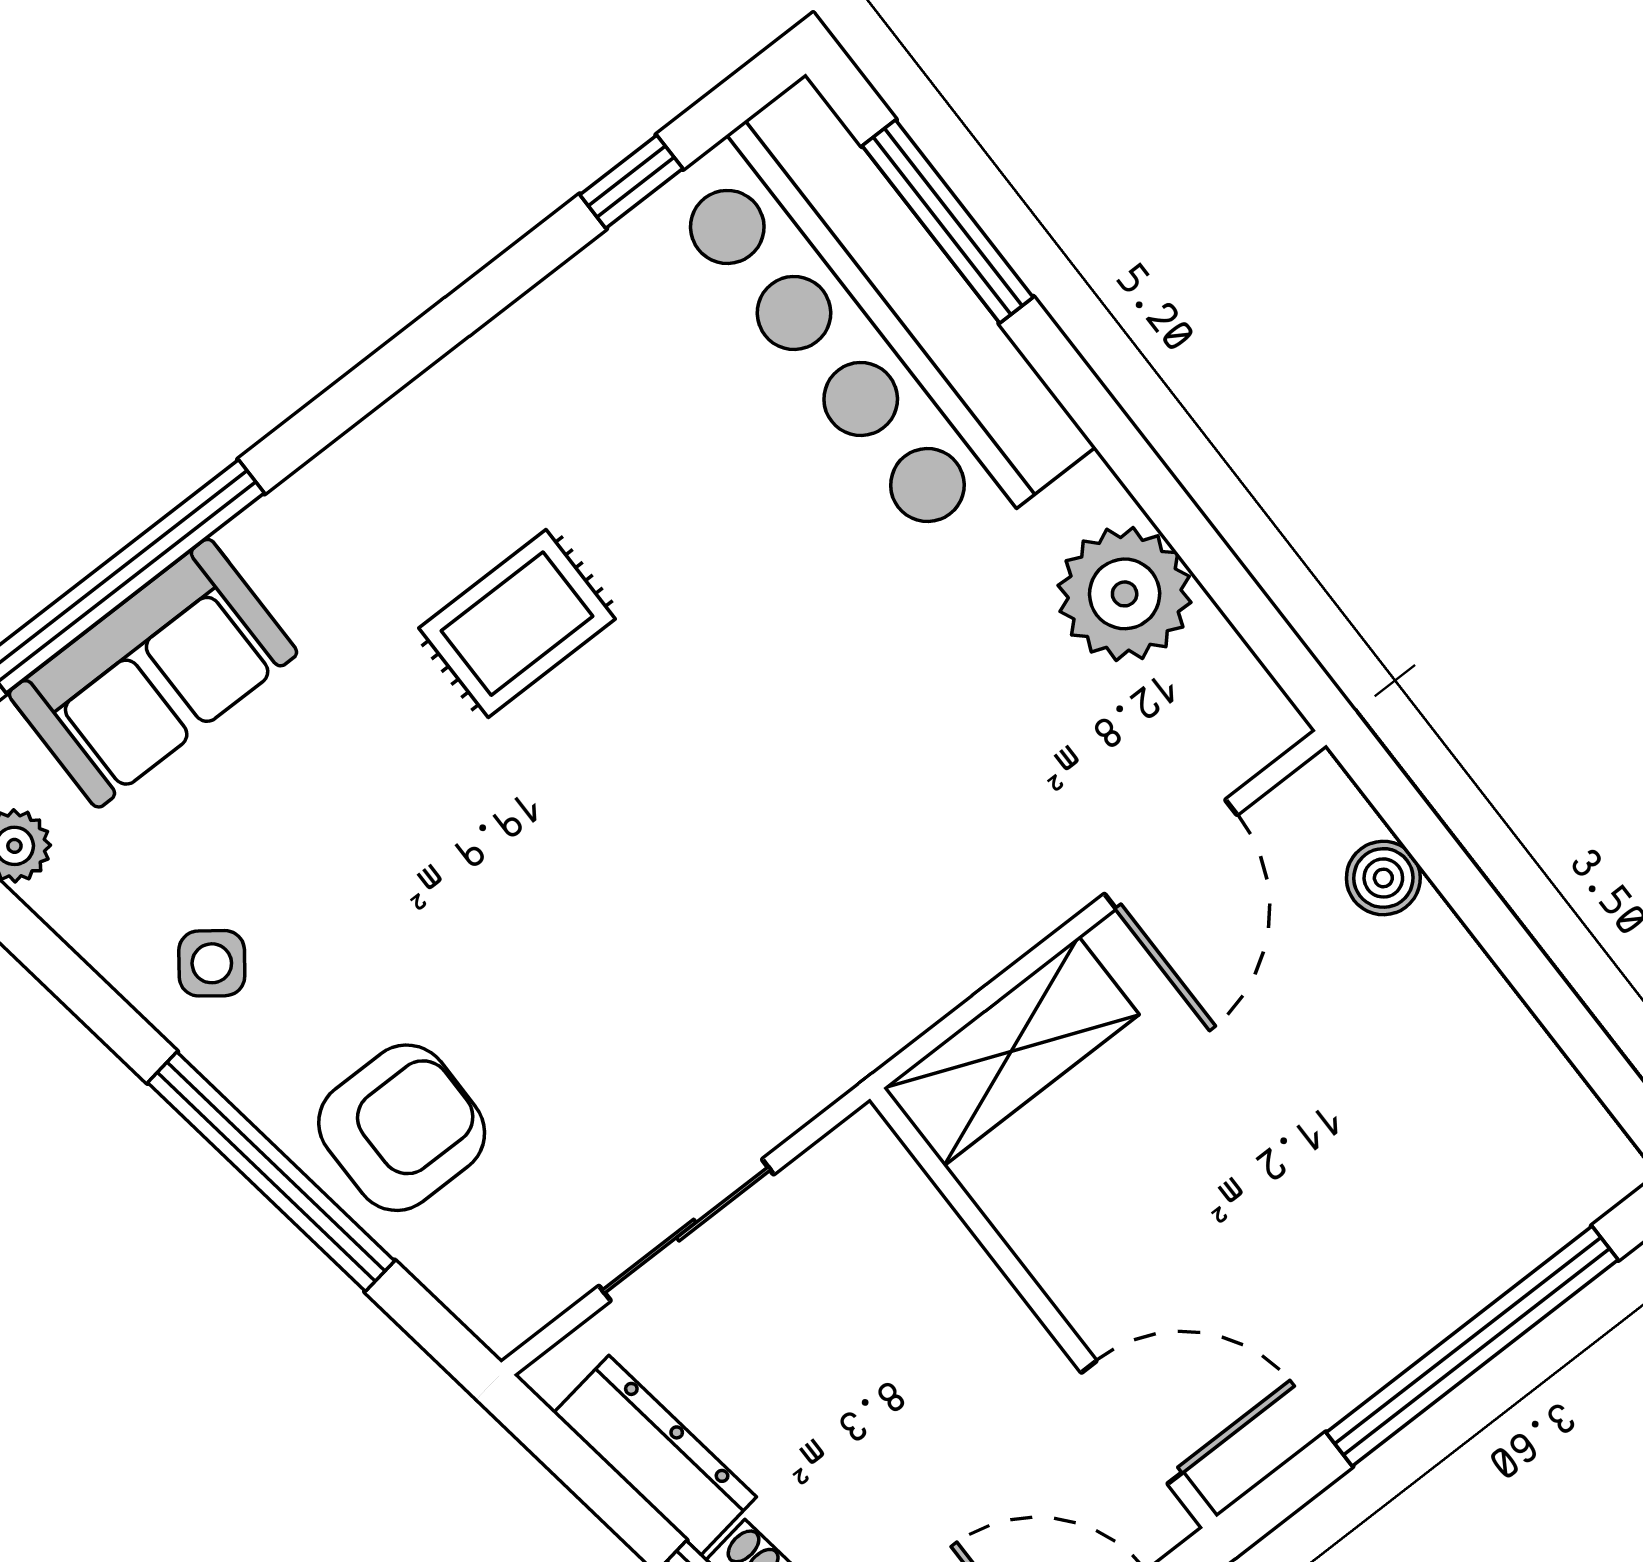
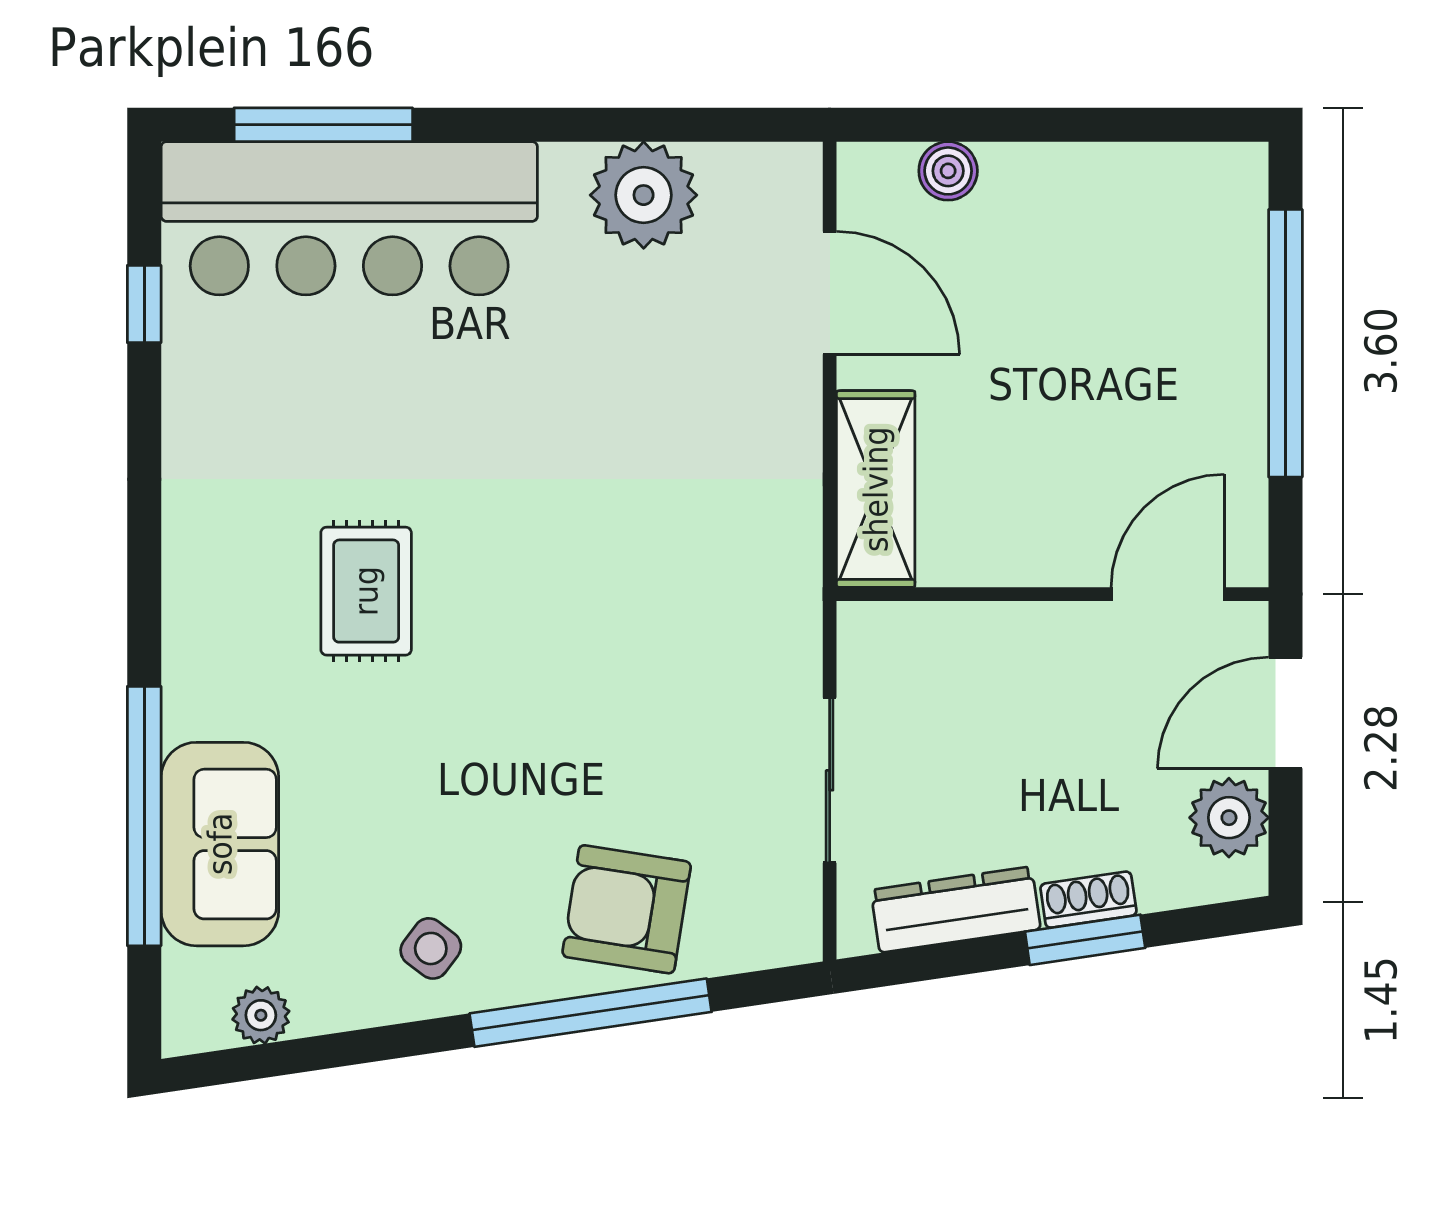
armchair: (402, 1128) -> (627, 909), turned -81

